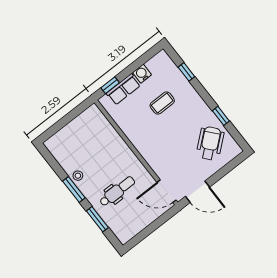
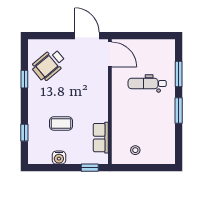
row of seats: (123, 89) -> (101, 138), moved, turned -90
stool: (78, 176) -> (135, 150), moved

